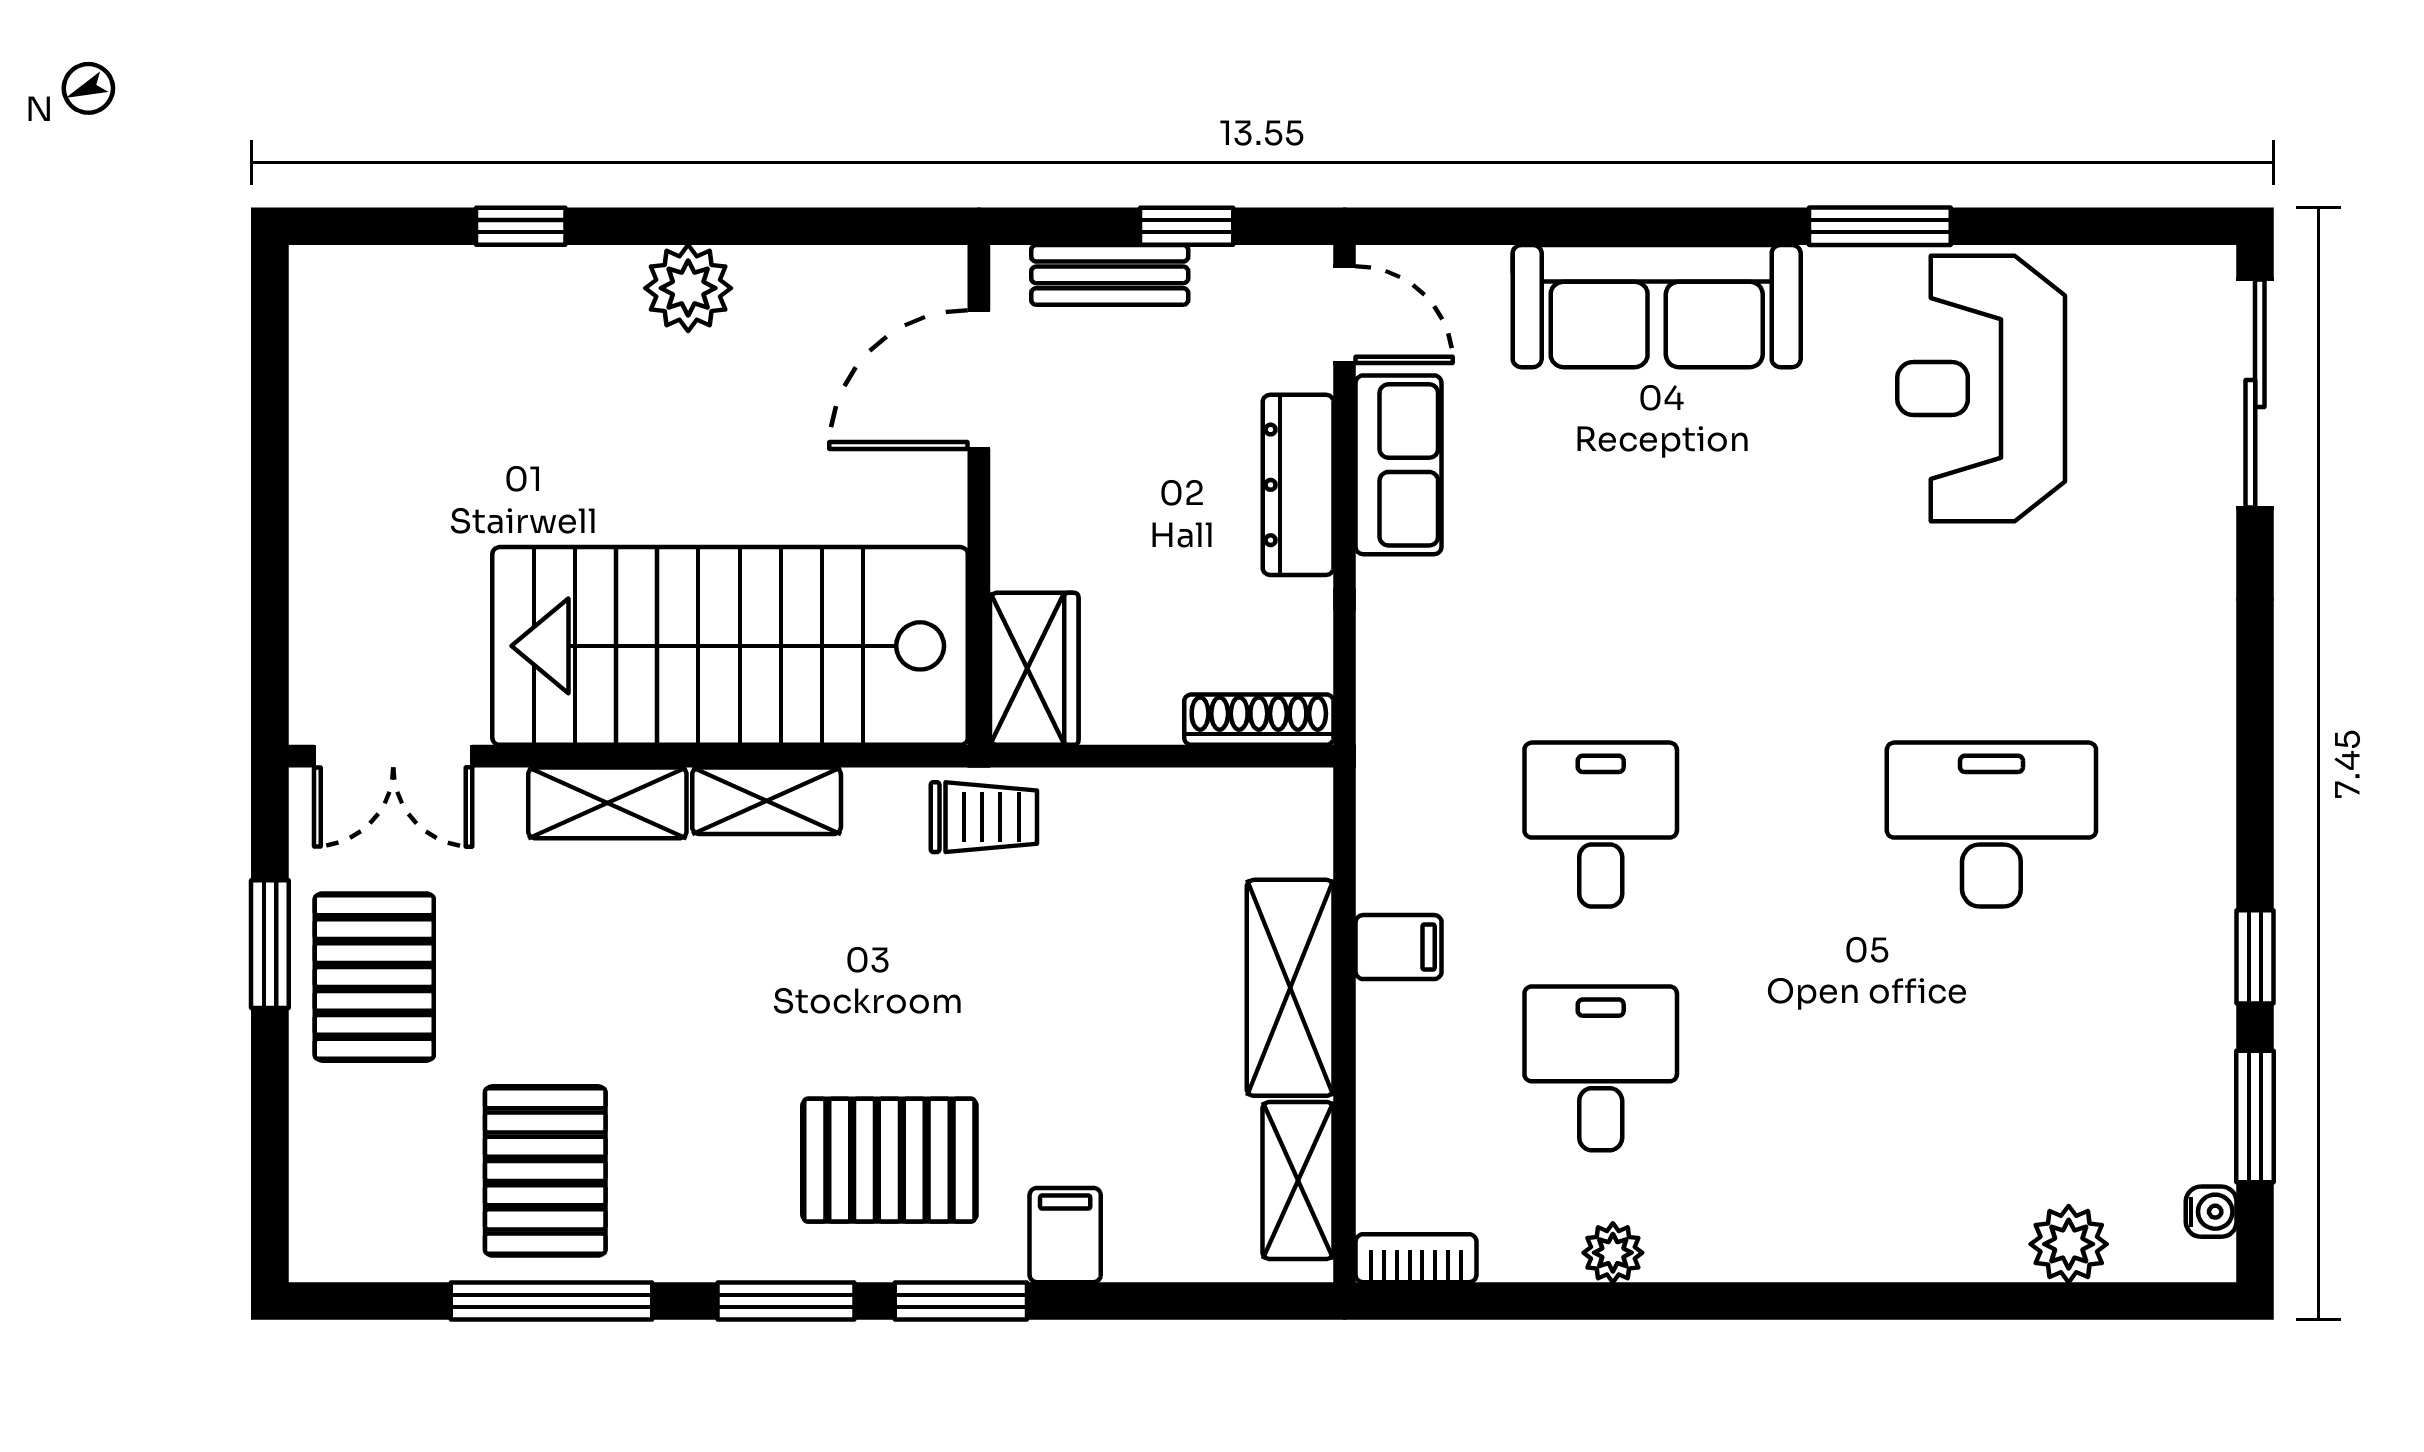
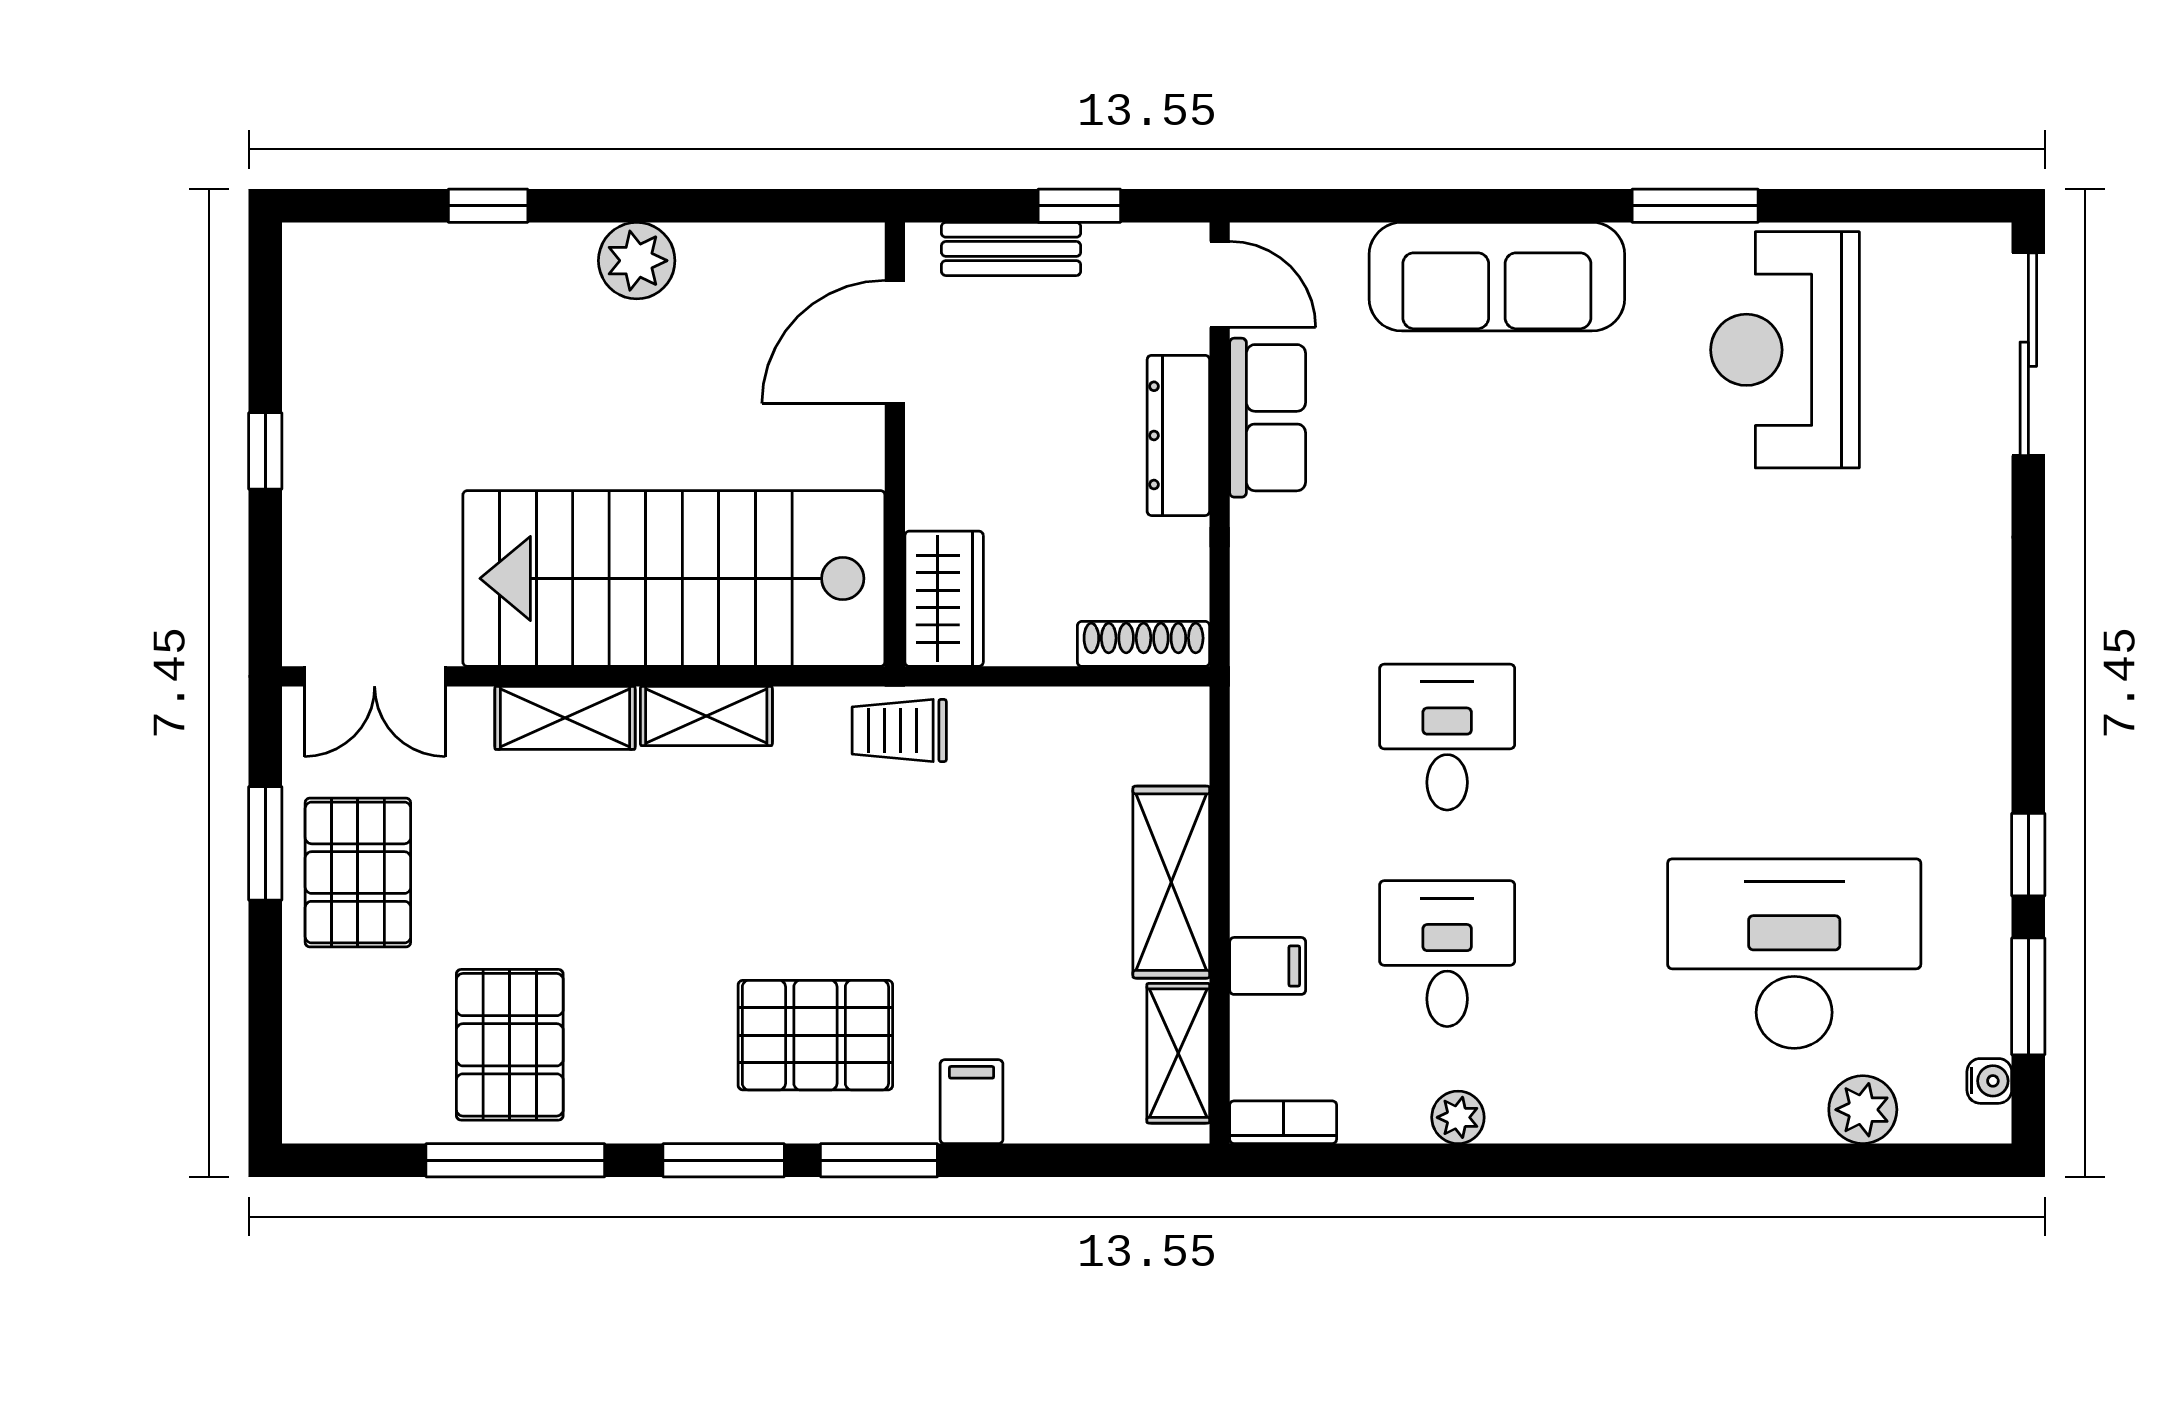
window: (270, 502) -> (265, 451), added
trolley: (984, 817) -> (899, 731), turned 180
desk: (1991, 825) -> (1794, 954), moved, width x1.36, depth x1.30
filing cabinet: (1399, 947) -> (1268, 966), moved

